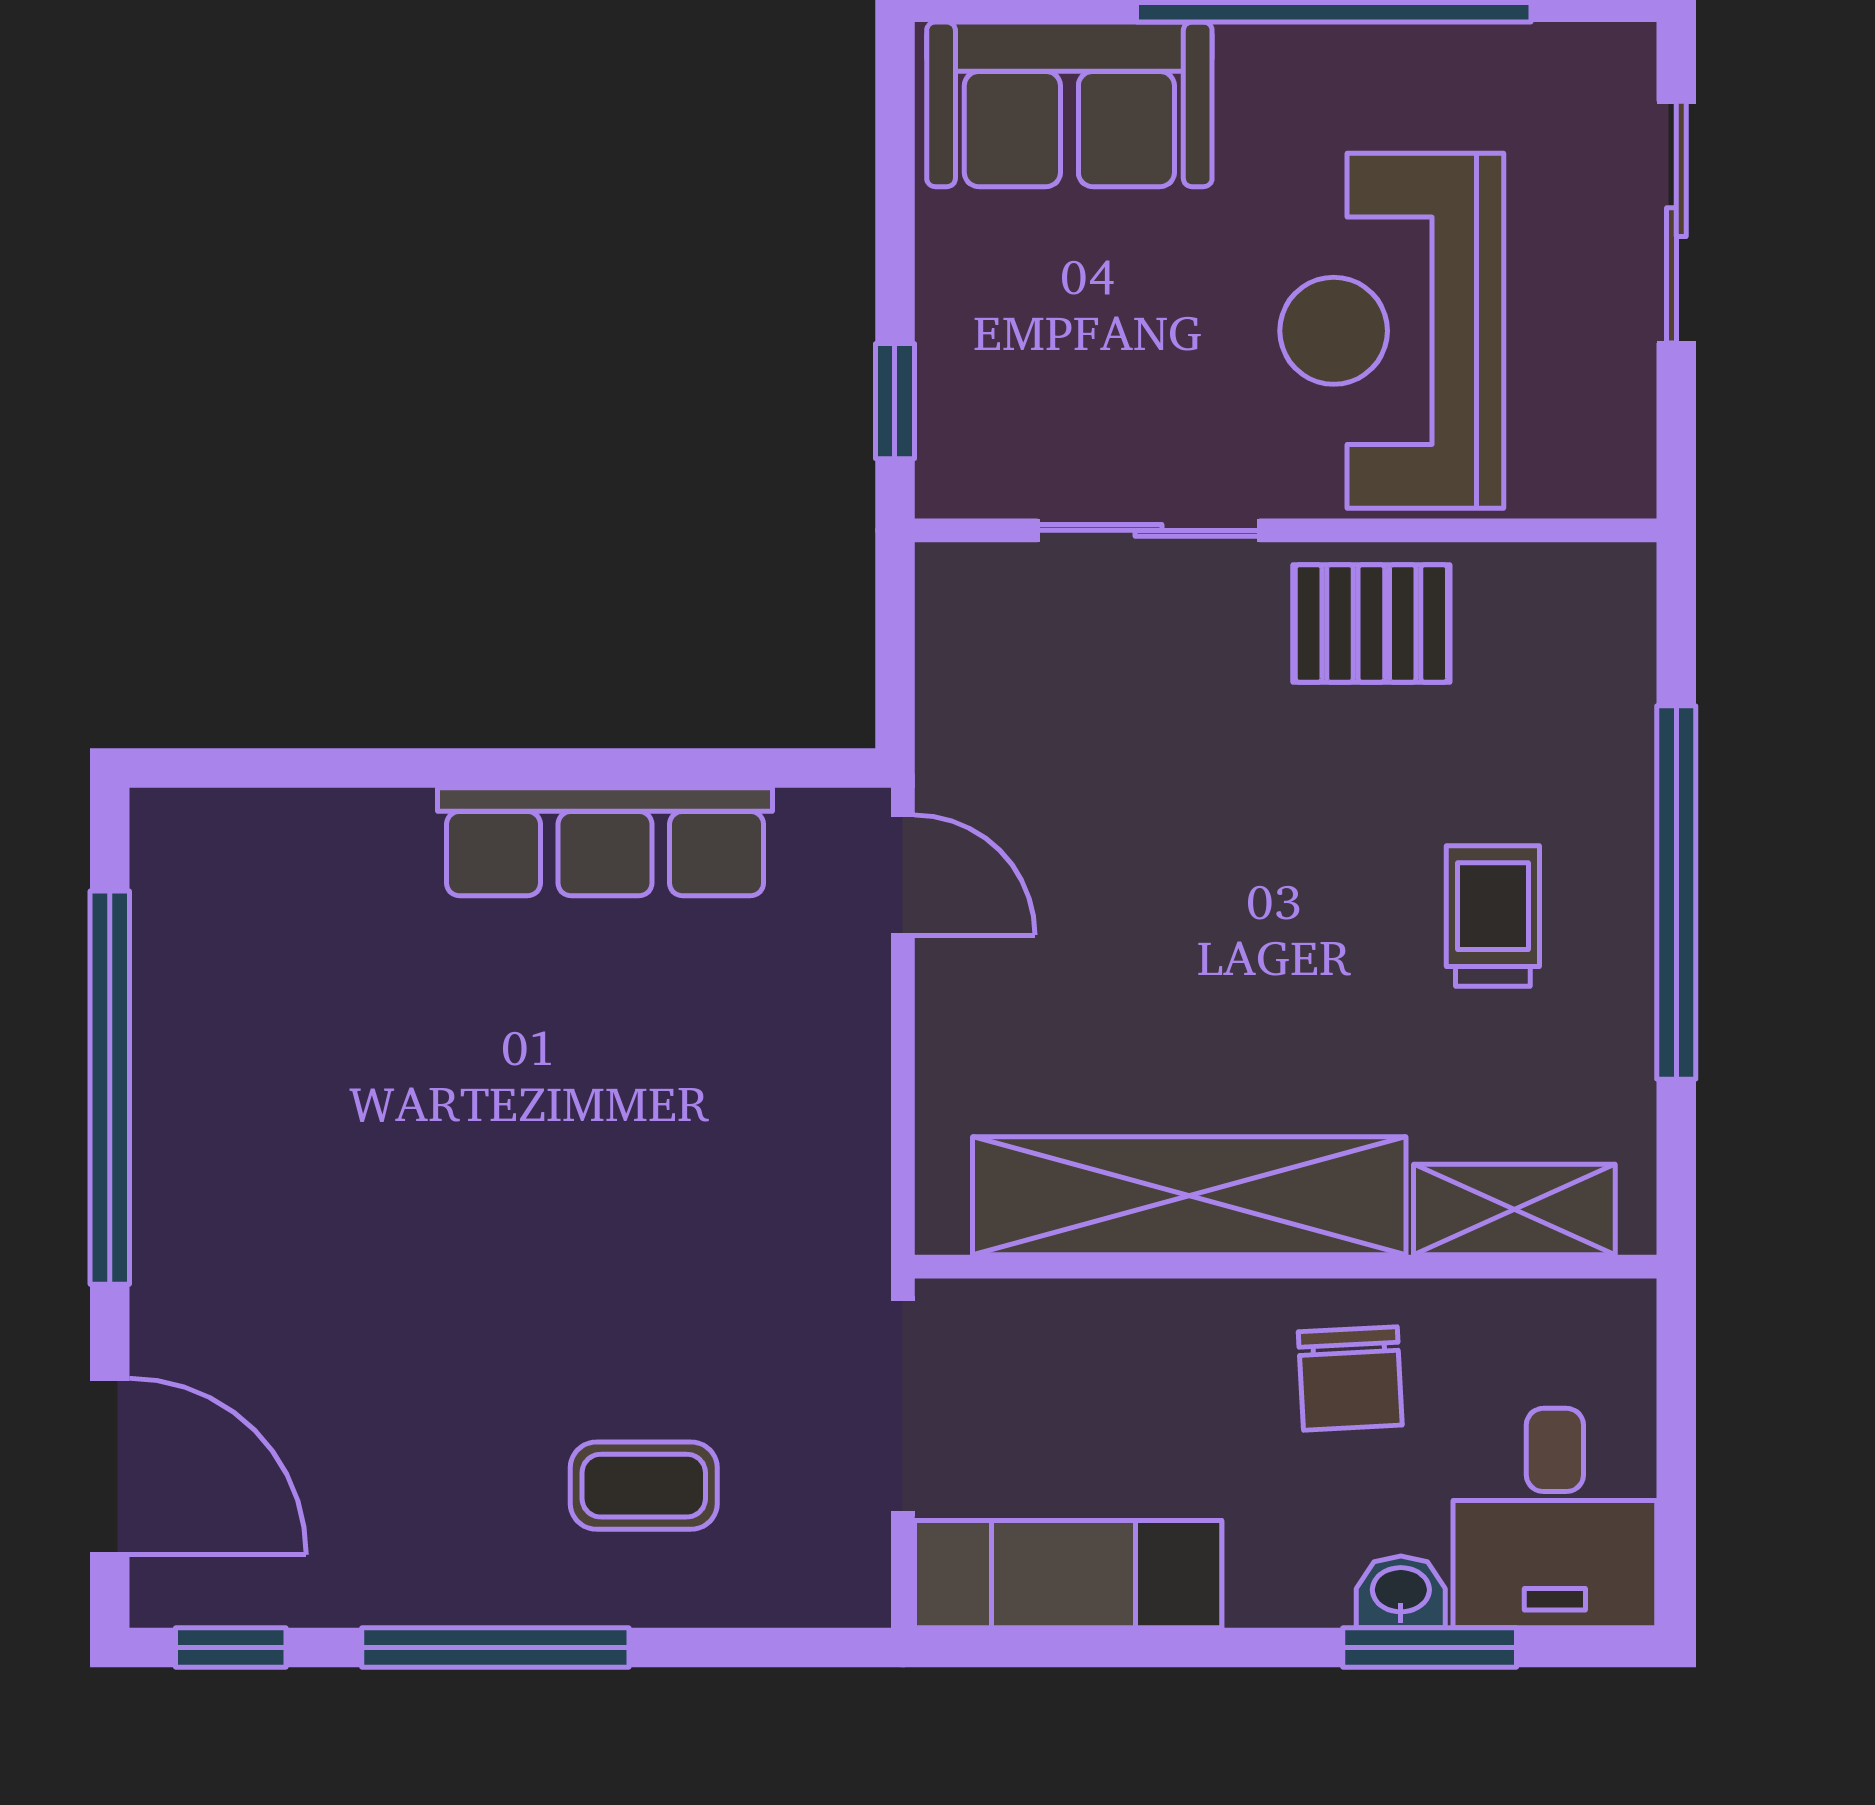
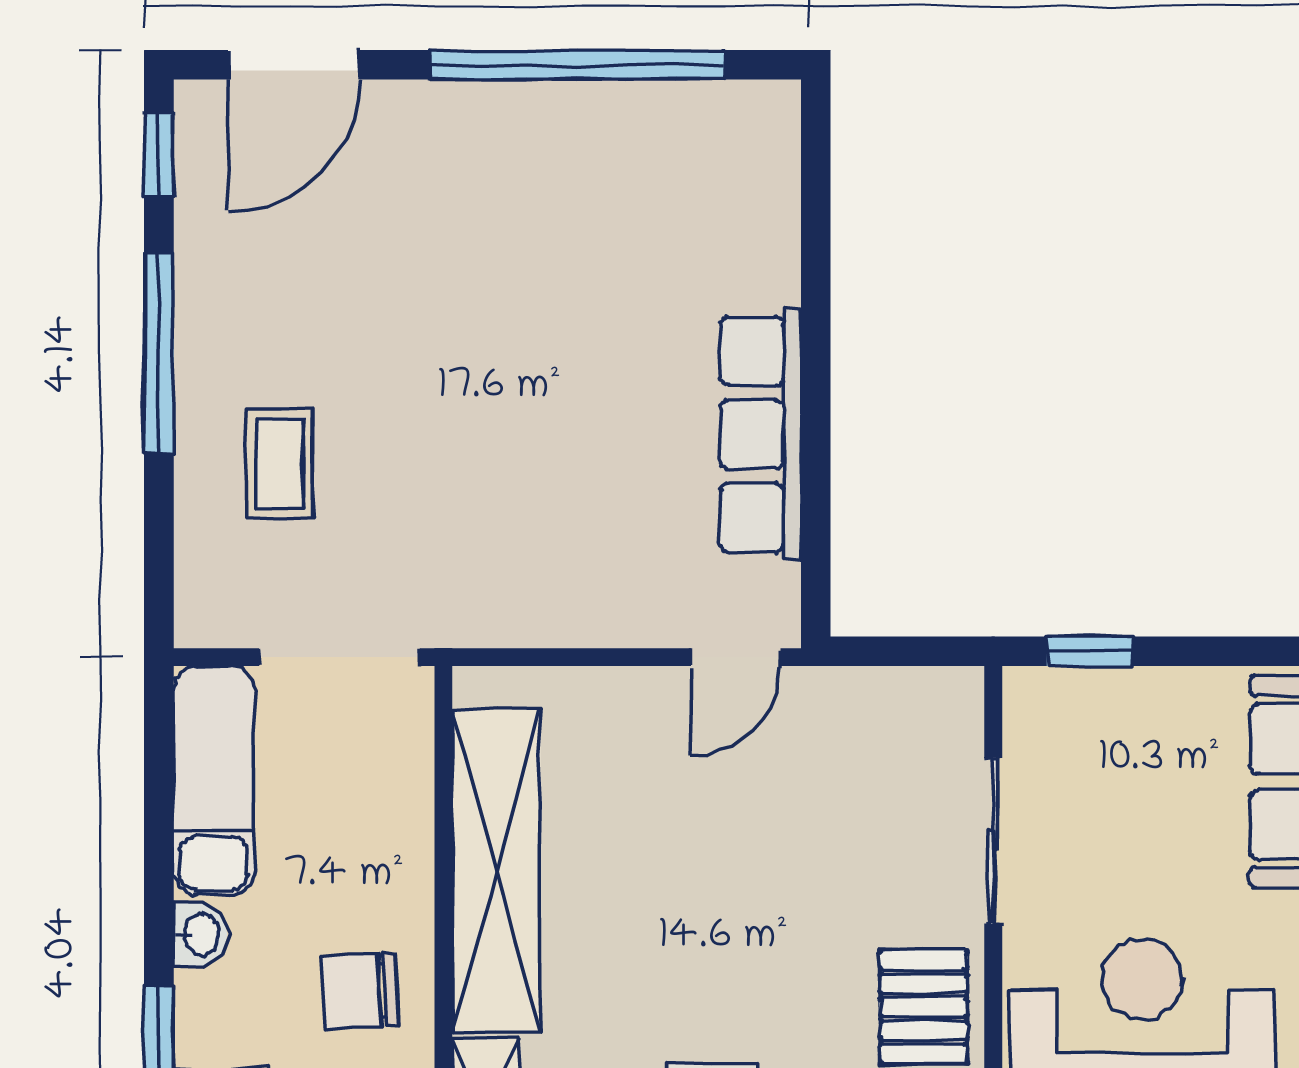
washbasin: (1401, 1592) -> (200, 934), moved

